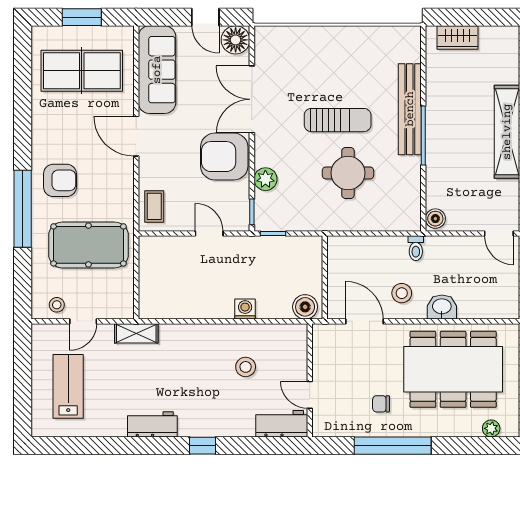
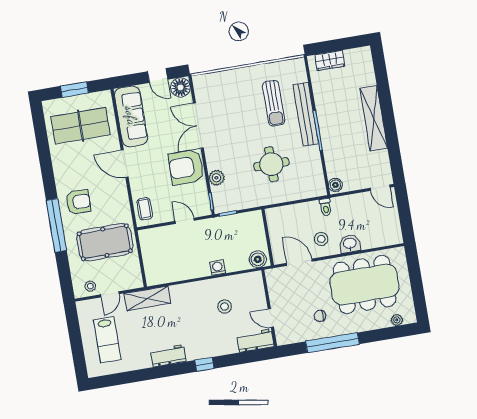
sun lounger: (338, 120) -> (274, 103), moved, turned 90
shelving: (136, 333) -> (147, 298), width x1.50, depth x1.33
lab bench: (68, 386) -> (107, 340), turned 180

